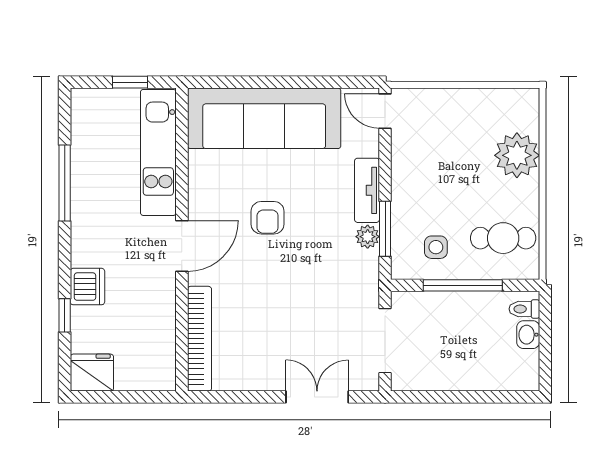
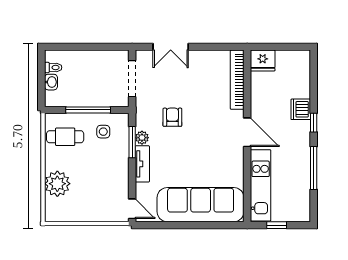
armchair: (268, 218) -> (172, 117), moved
door: (182, 246) -> (247, 132), swing flipped
toilet: (524, 309) -> (53, 67), moved
window: (65, 315) -> (314, 123), moved
fridge: (92, 373) -> (263, 61), moved

